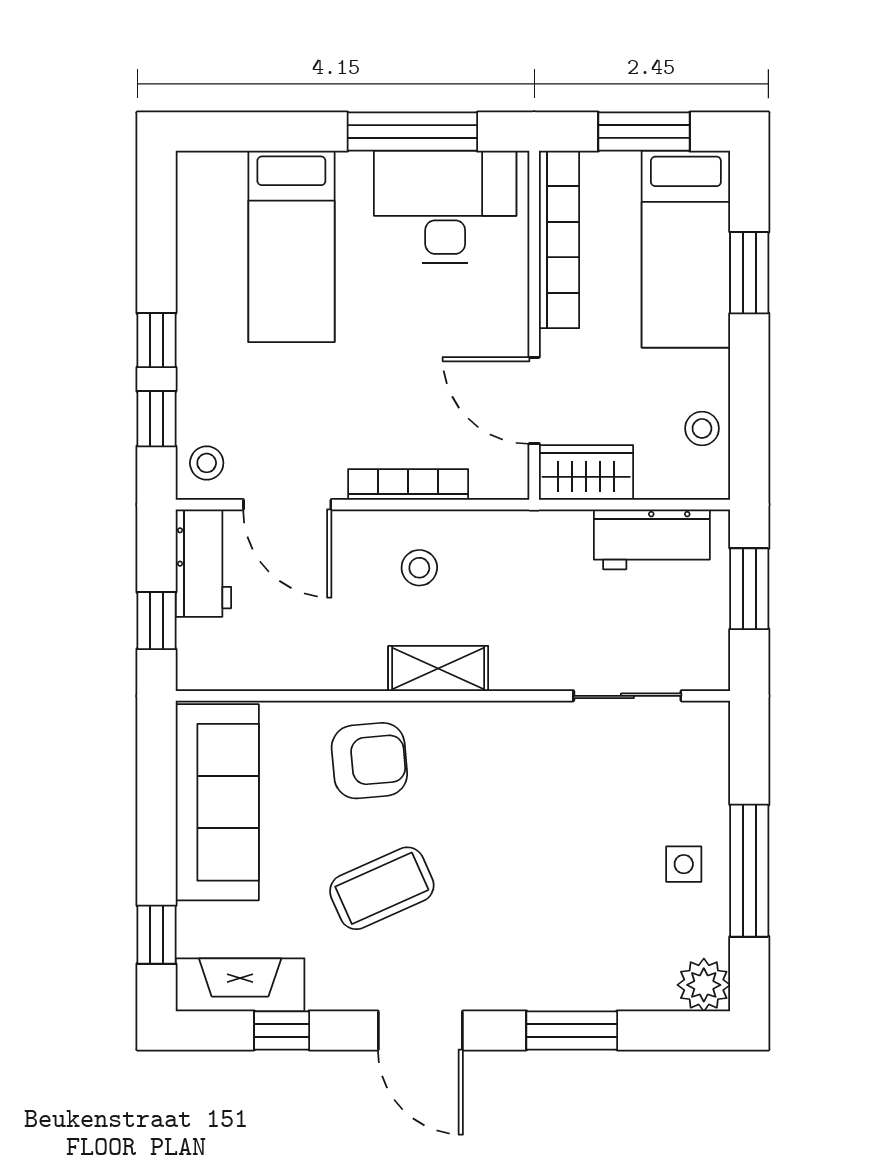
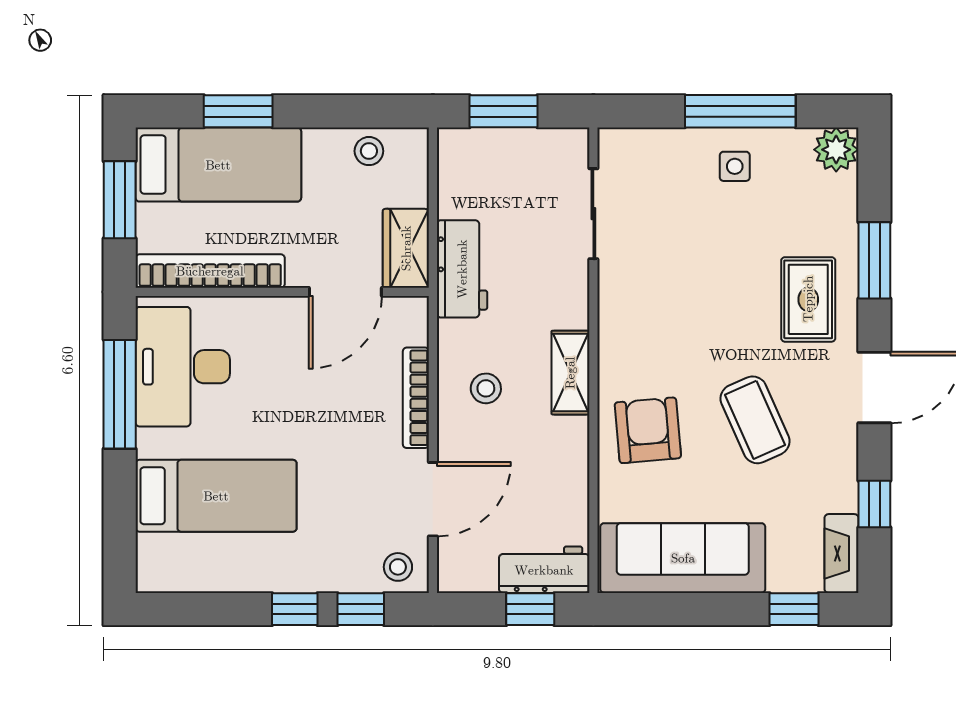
workbench: (652, 539) -> (462, 269), moved
workbench: (203, 563) -> (544, 570), moved
rug: (525, 952) -> (808, 299), added
fireplace: (240, 985) -> (841, 554), width x0.73, depth x0.76

